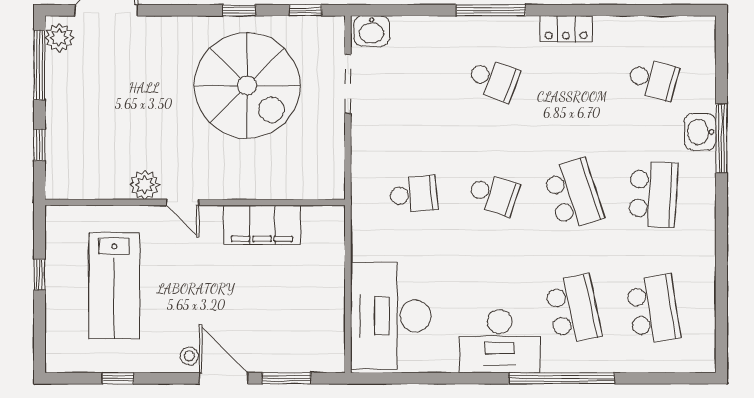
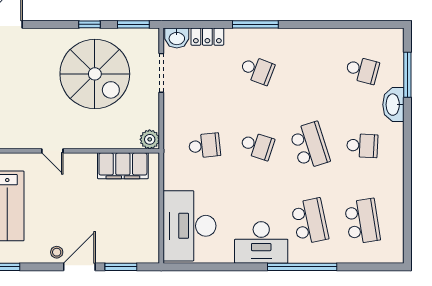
window: (306, 10) -> (133, 24), width x1.50
locker: (566, 29) -> (207, 37), moved
washbasin: (700, 132) -> (393, 105), width x1.38
window: (721, 138) -> (407, 75), moved
plant: (145, 185) -> (150, 139), moved
school desk: (653, 194) -> (362, 146), width x0.54
filing cabinet: (262, 225) -> (123, 166), moved
door: (224, 378) -> (79, 267), hinge flipped

